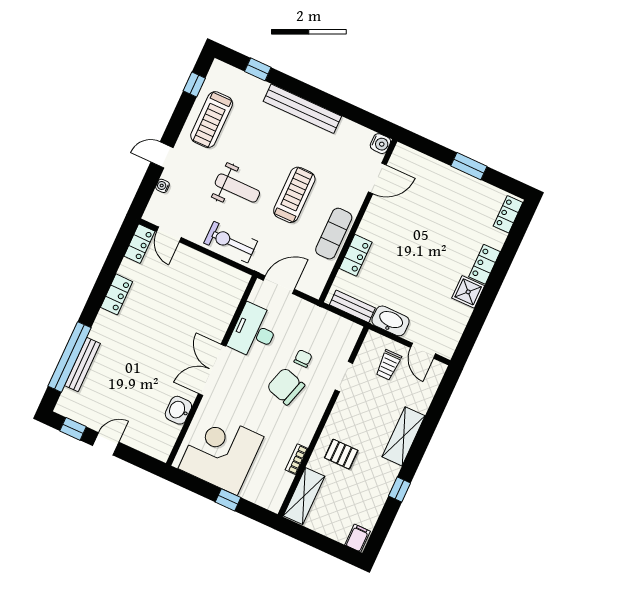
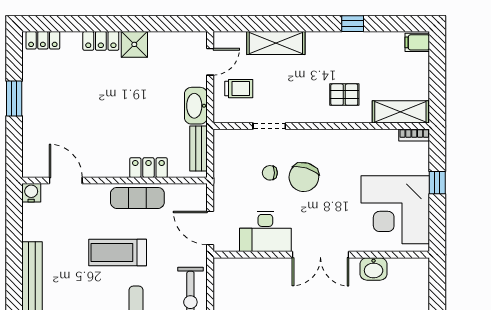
shelving: (404, 436) -> (276, 43), moved
pallet: (341, 454) -> (344, 95), turned 90
bookcase: (297, 459) -> (414, 135), moved

